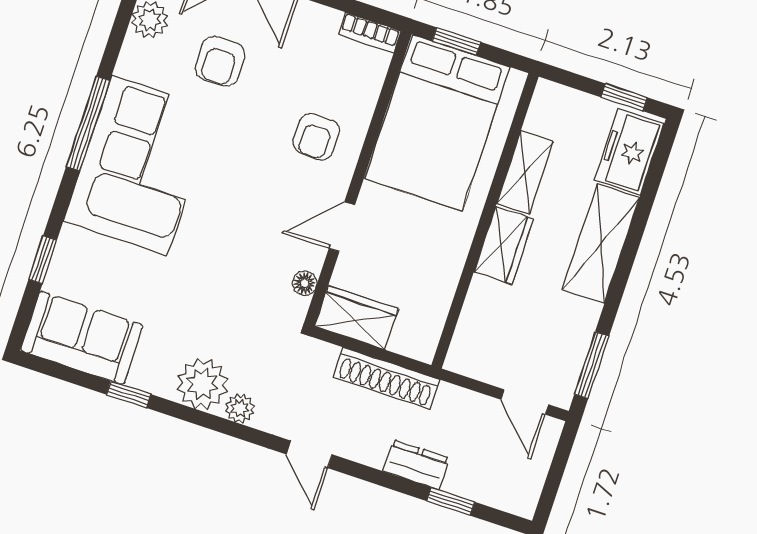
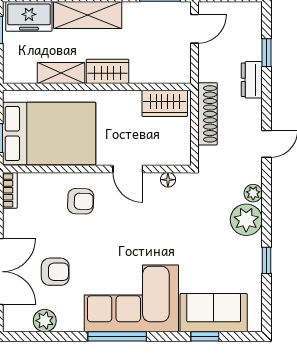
wardrobe: (356, 318) -> (165, 103), moved, turned -90
sofa: (82, 338) -> (214, 313), moved, turned 90

